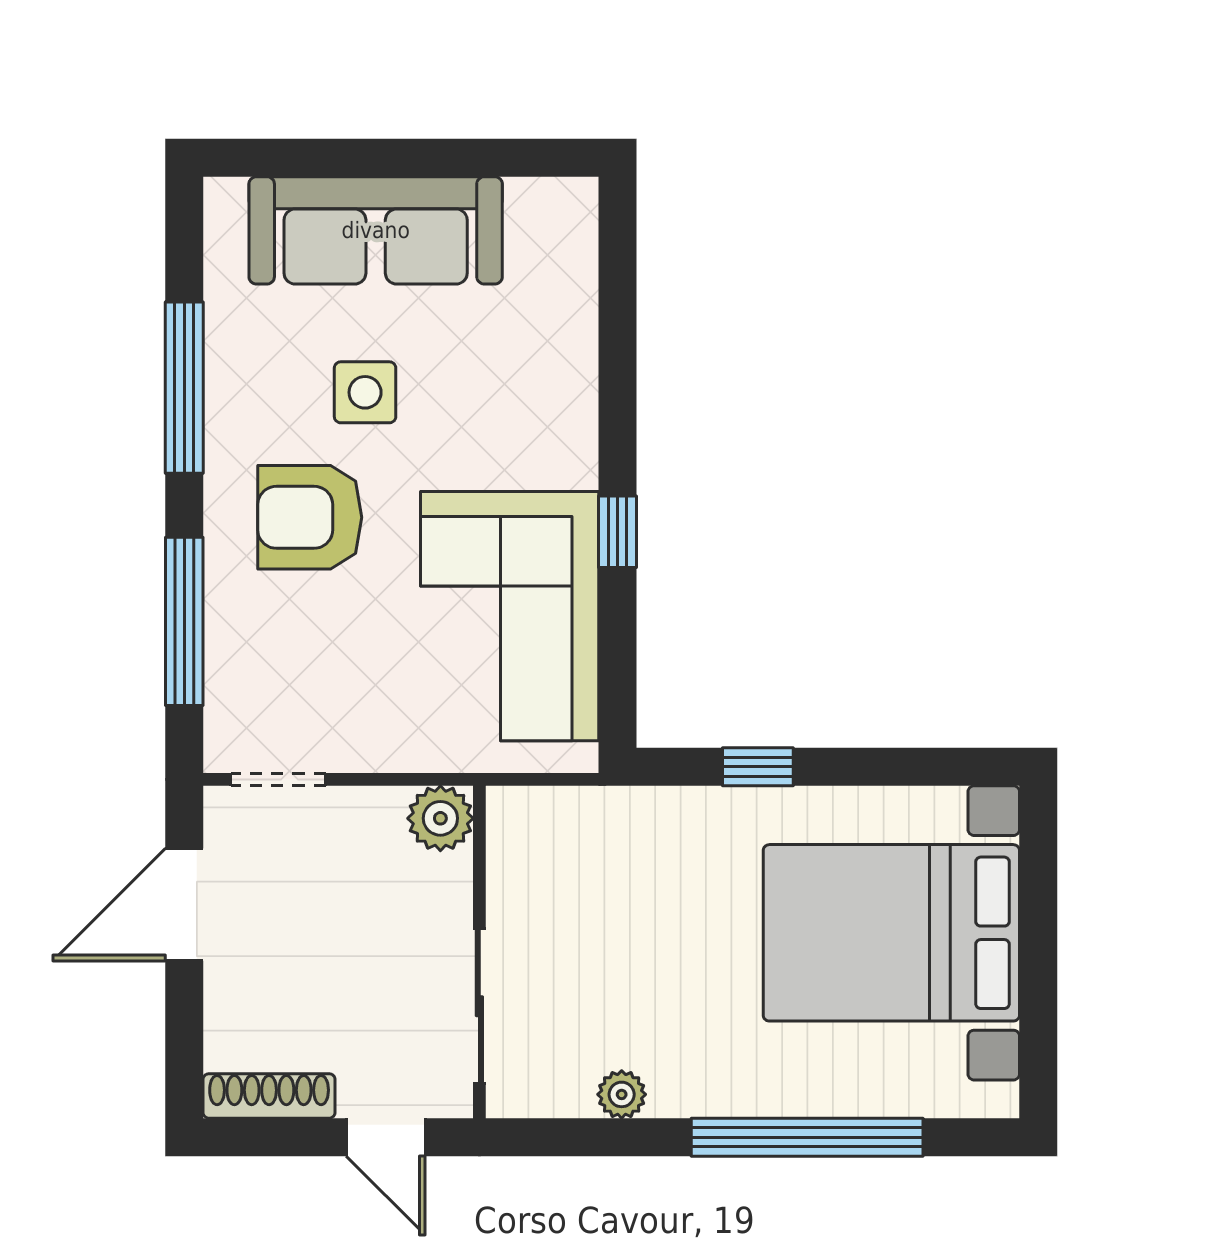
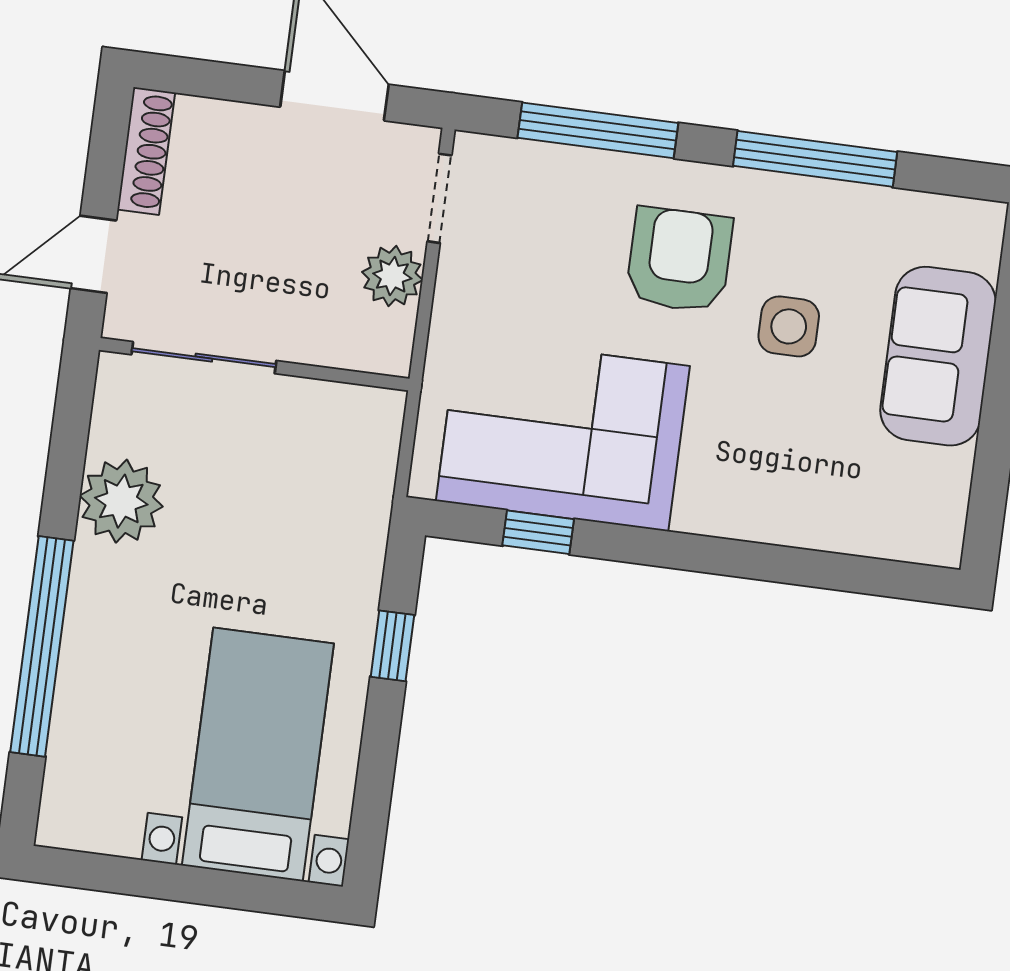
sofa: (376, 230) -> (938, 356), width x0.73
window: (618, 532) -> (538, 532), moved
plant: (440, 818) -> (392, 276), moved
bed with nightstands: (891, 933) -> (258, 754), width x0.73
plant: (622, 1094) -> (121, 501), width x1.87, depth x1.87

